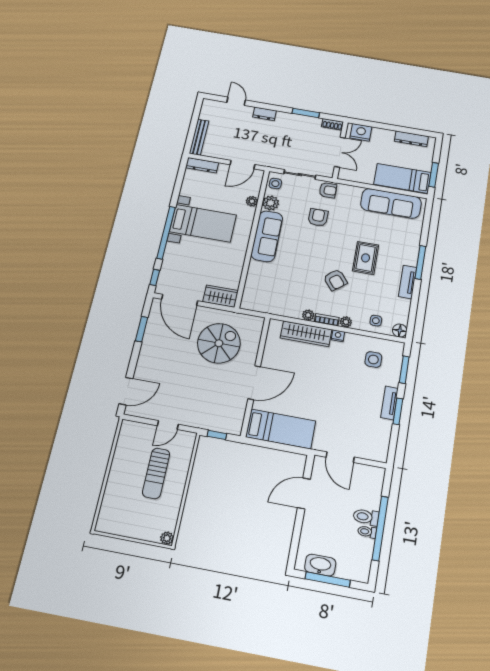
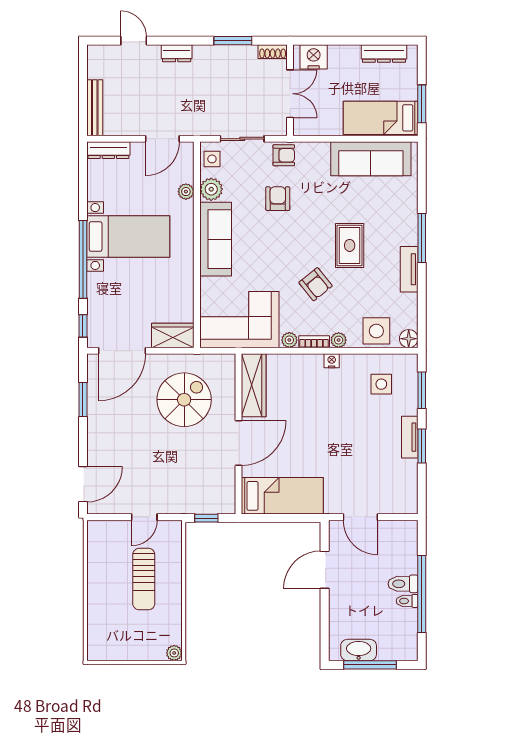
corner sofa: (273, 294) -> (239, 320), added
door: (180, 300) -> (122, 351), hinge flipped
side table: (376, 321) -> (376, 331), width x1.87, depth x1.87
wardrobe: (306, 334) -> (254, 385), moved, turned -90

